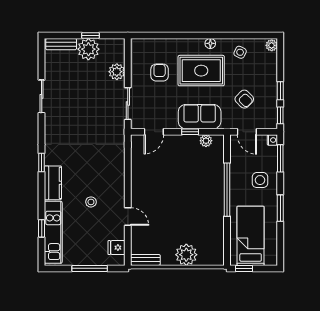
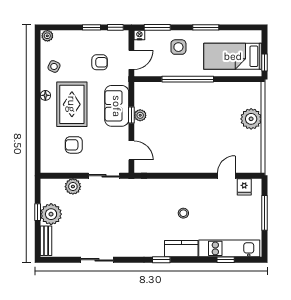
armchair: (244, 99) -> (100, 62), turned 45
plant: (206, 141) -> (140, 115), moved
stool: (91, 202) -> (183, 213), moved
door: (128, 217) -> (226, 176), moved
bench: (145, 260) -> (256, 159), removed

